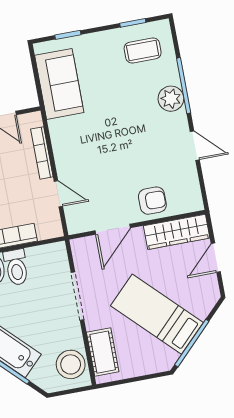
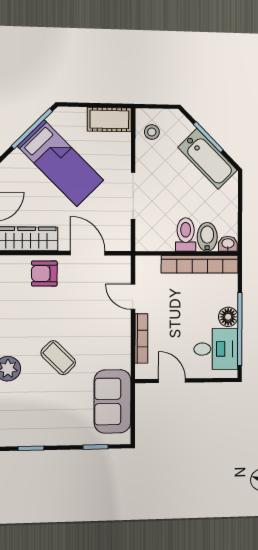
coffee table: (143, 51) -> (58, 358), moved, turned 45
door: (113, 229) -> (88, 253), hinge flipped
cot: (103, 352) -> (109, 119), moved, turned 90
stool: (71, 364) -> (152, 132), width x0.53, depth x0.53

